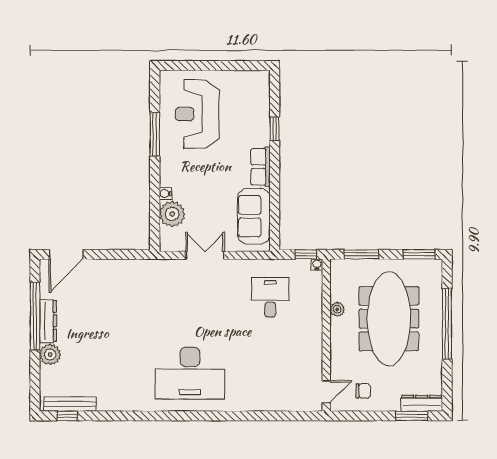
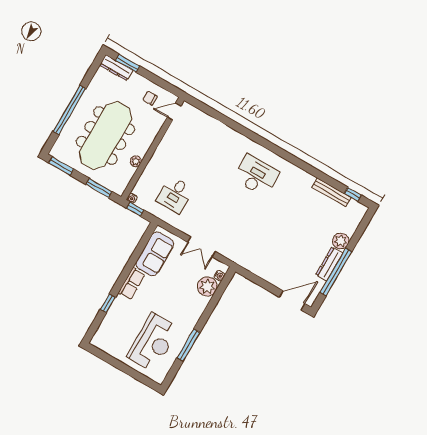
water cooler: (165, 194) -> (220, 276), moved
desk: (190, 373) -> (256, 176), width x0.73, depth x0.77
bench: (70, 404) -> (332, 192), moved

